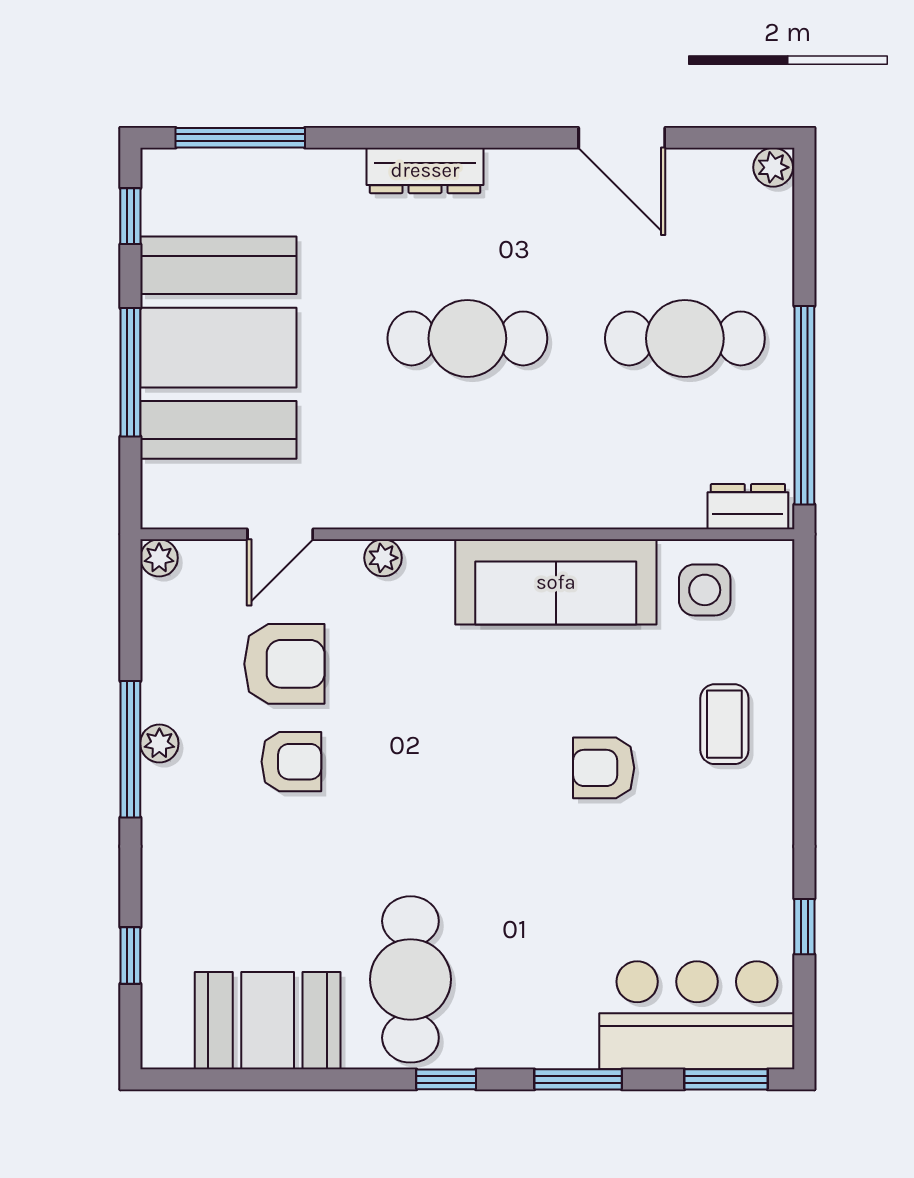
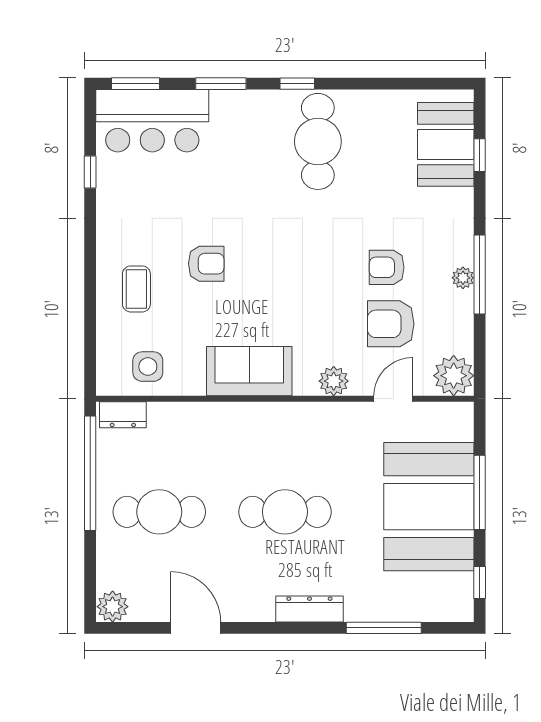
window: (240, 138) -> (384, 628), moved
plant: (773, 167) -> (113, 607), width x1.38, depth x1.38
plant: (159, 558) -> (454, 376), width x1.87, depth x1.87
plant: (383, 558) -> (334, 381), width x1.38, depth x1.38
sofa: (556, 582) -> (249, 371), width x0.73
booth: (268, 1021) -> (446, 144), moved, turned 90

